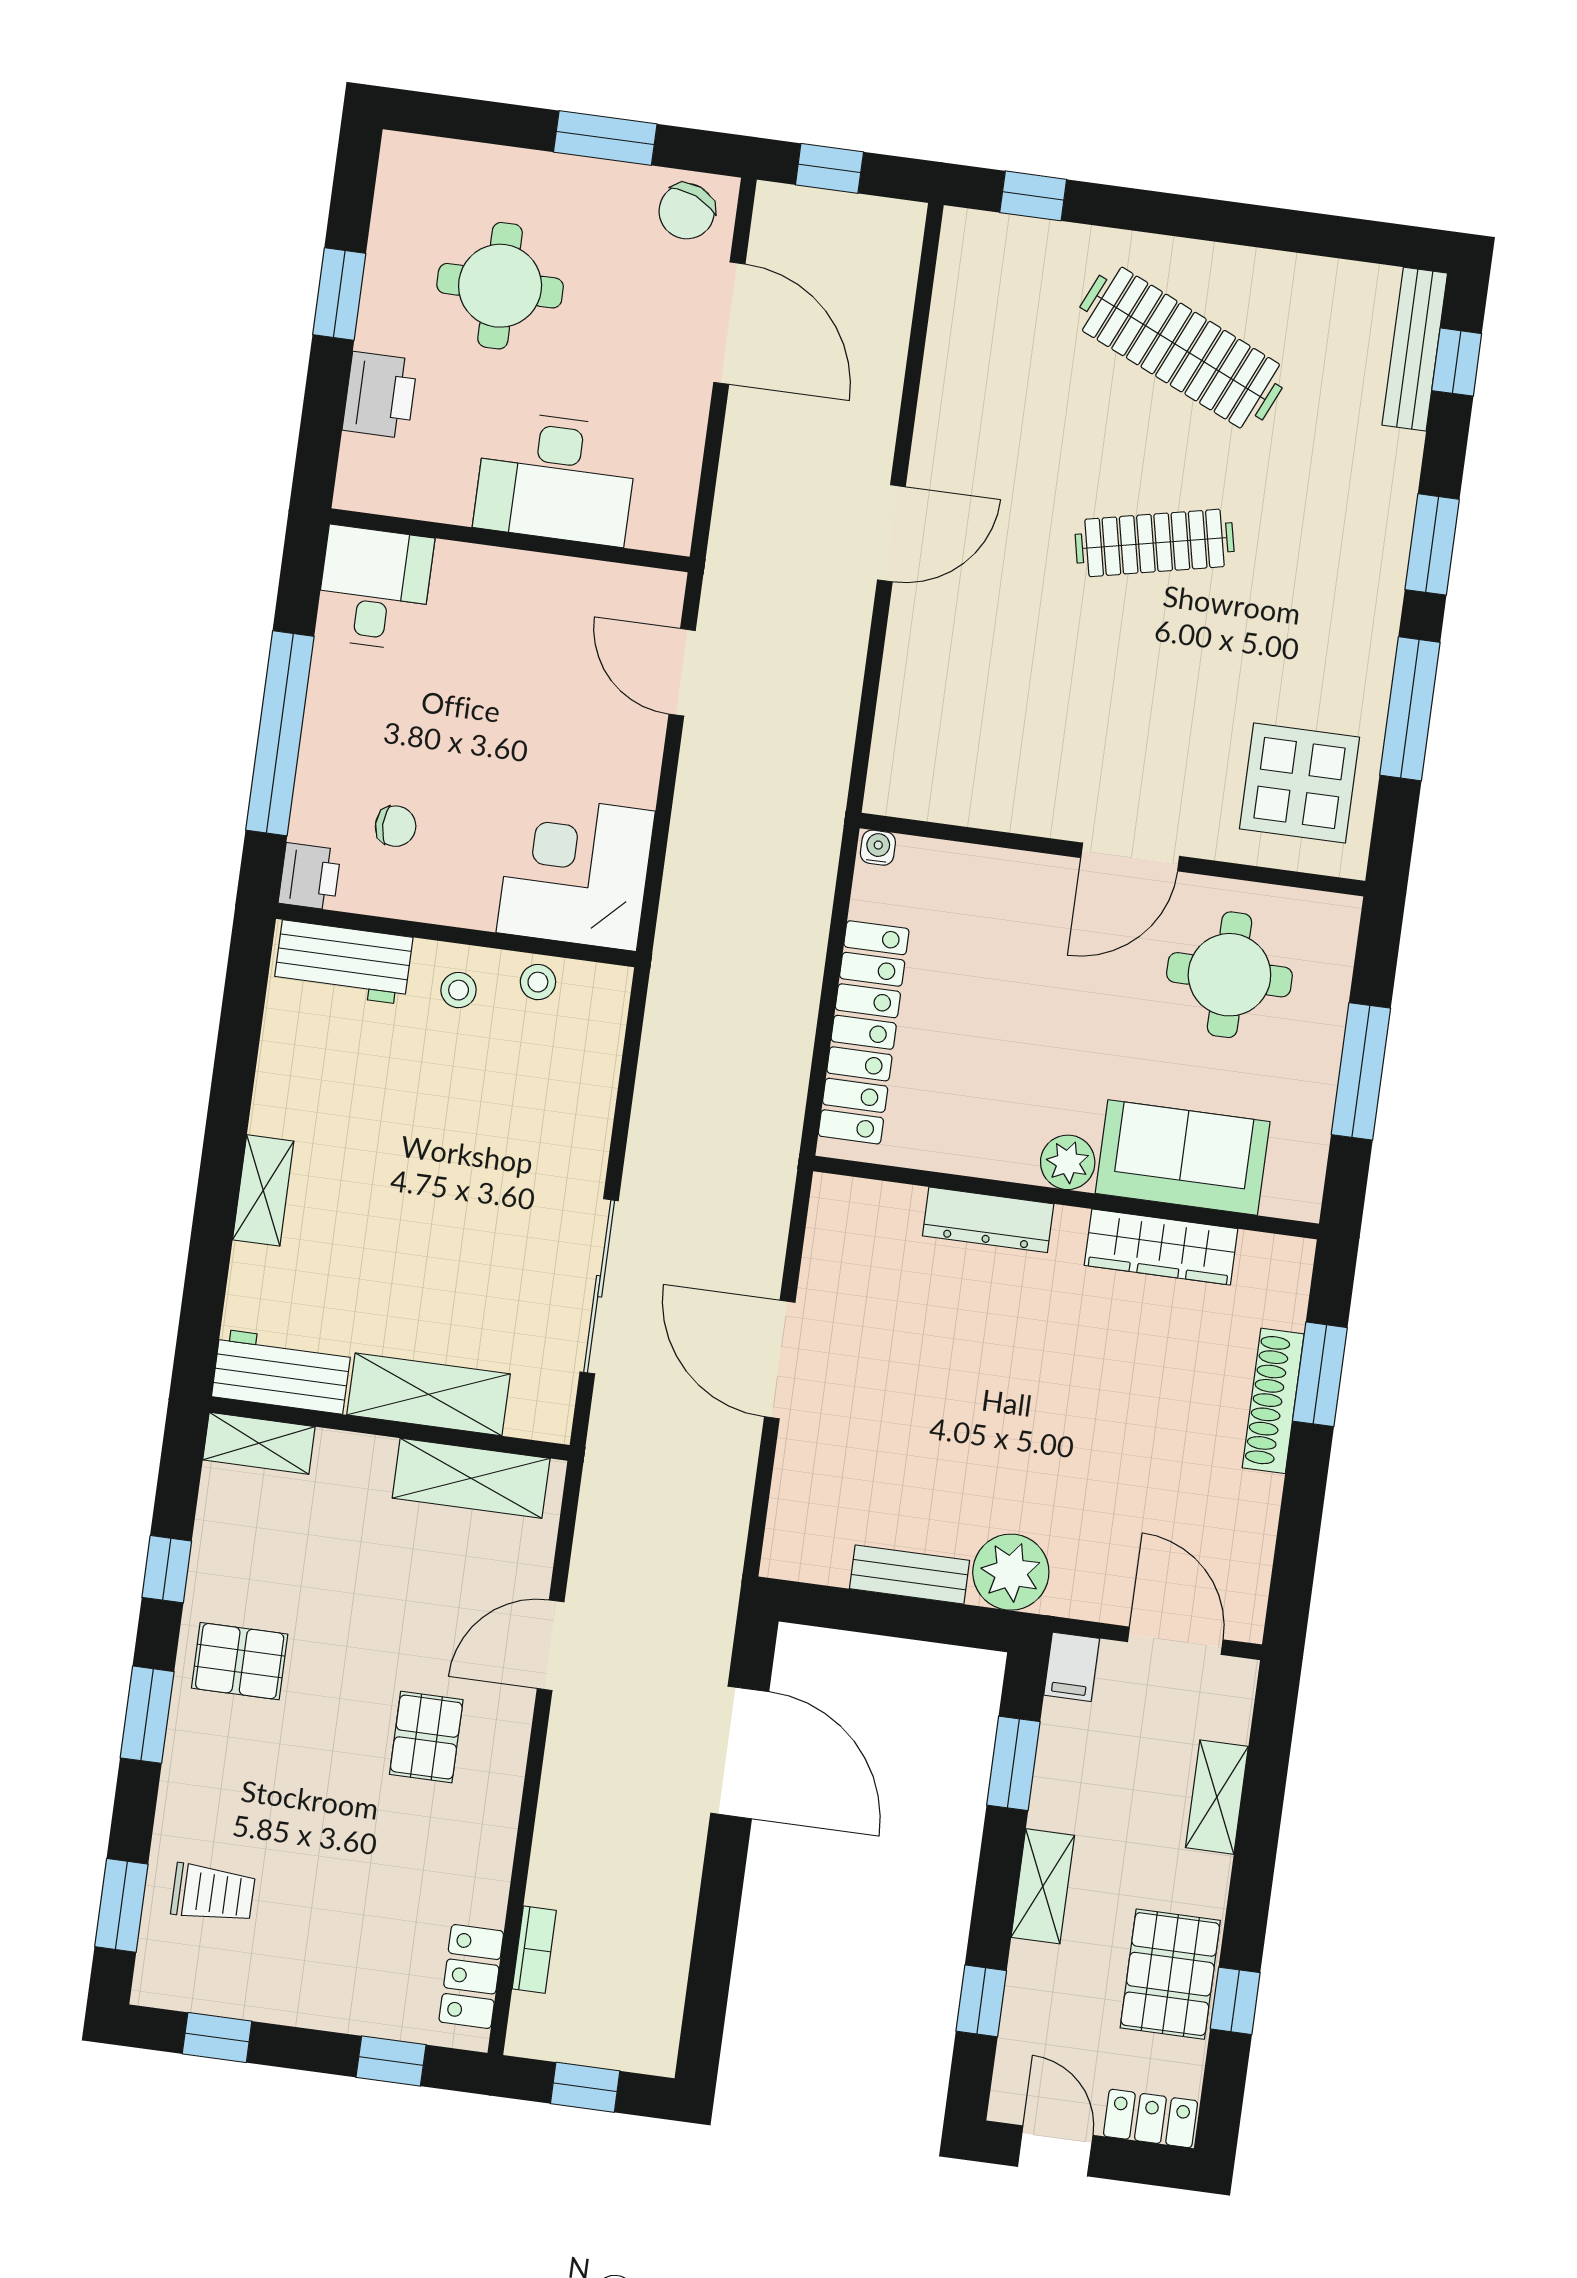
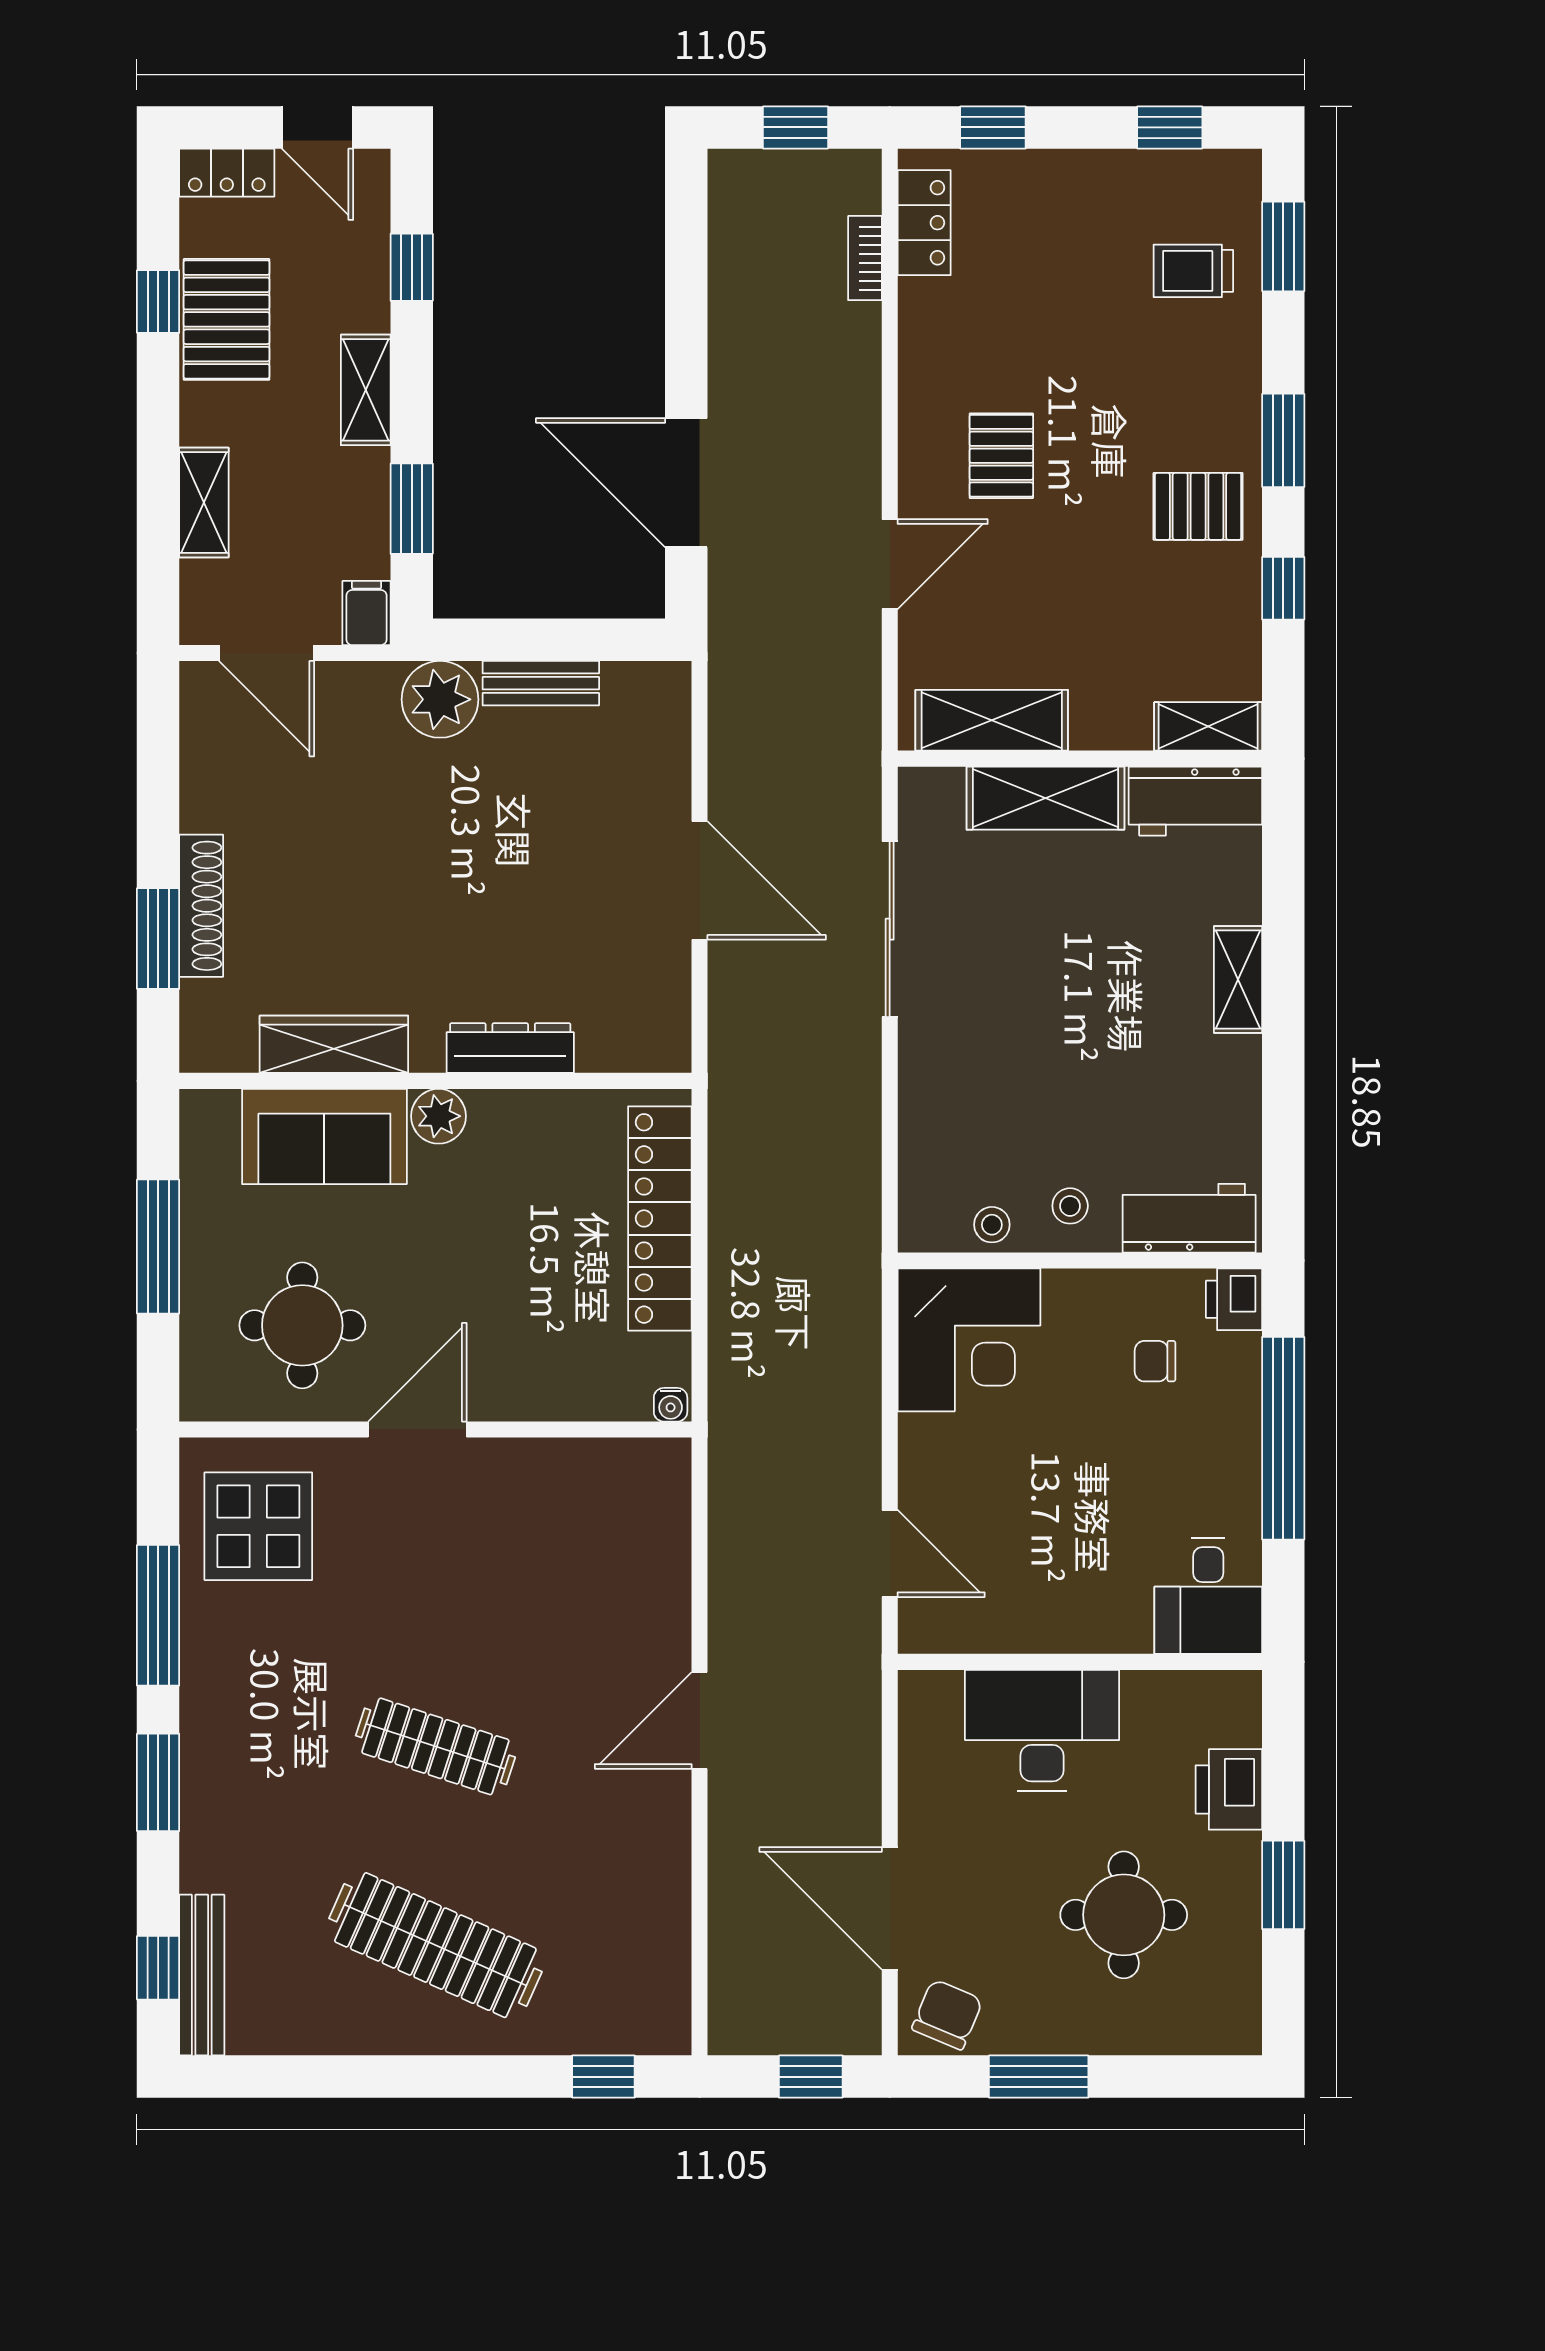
clothes rail: (1155, 543) -> (435, 1746), turned 30

